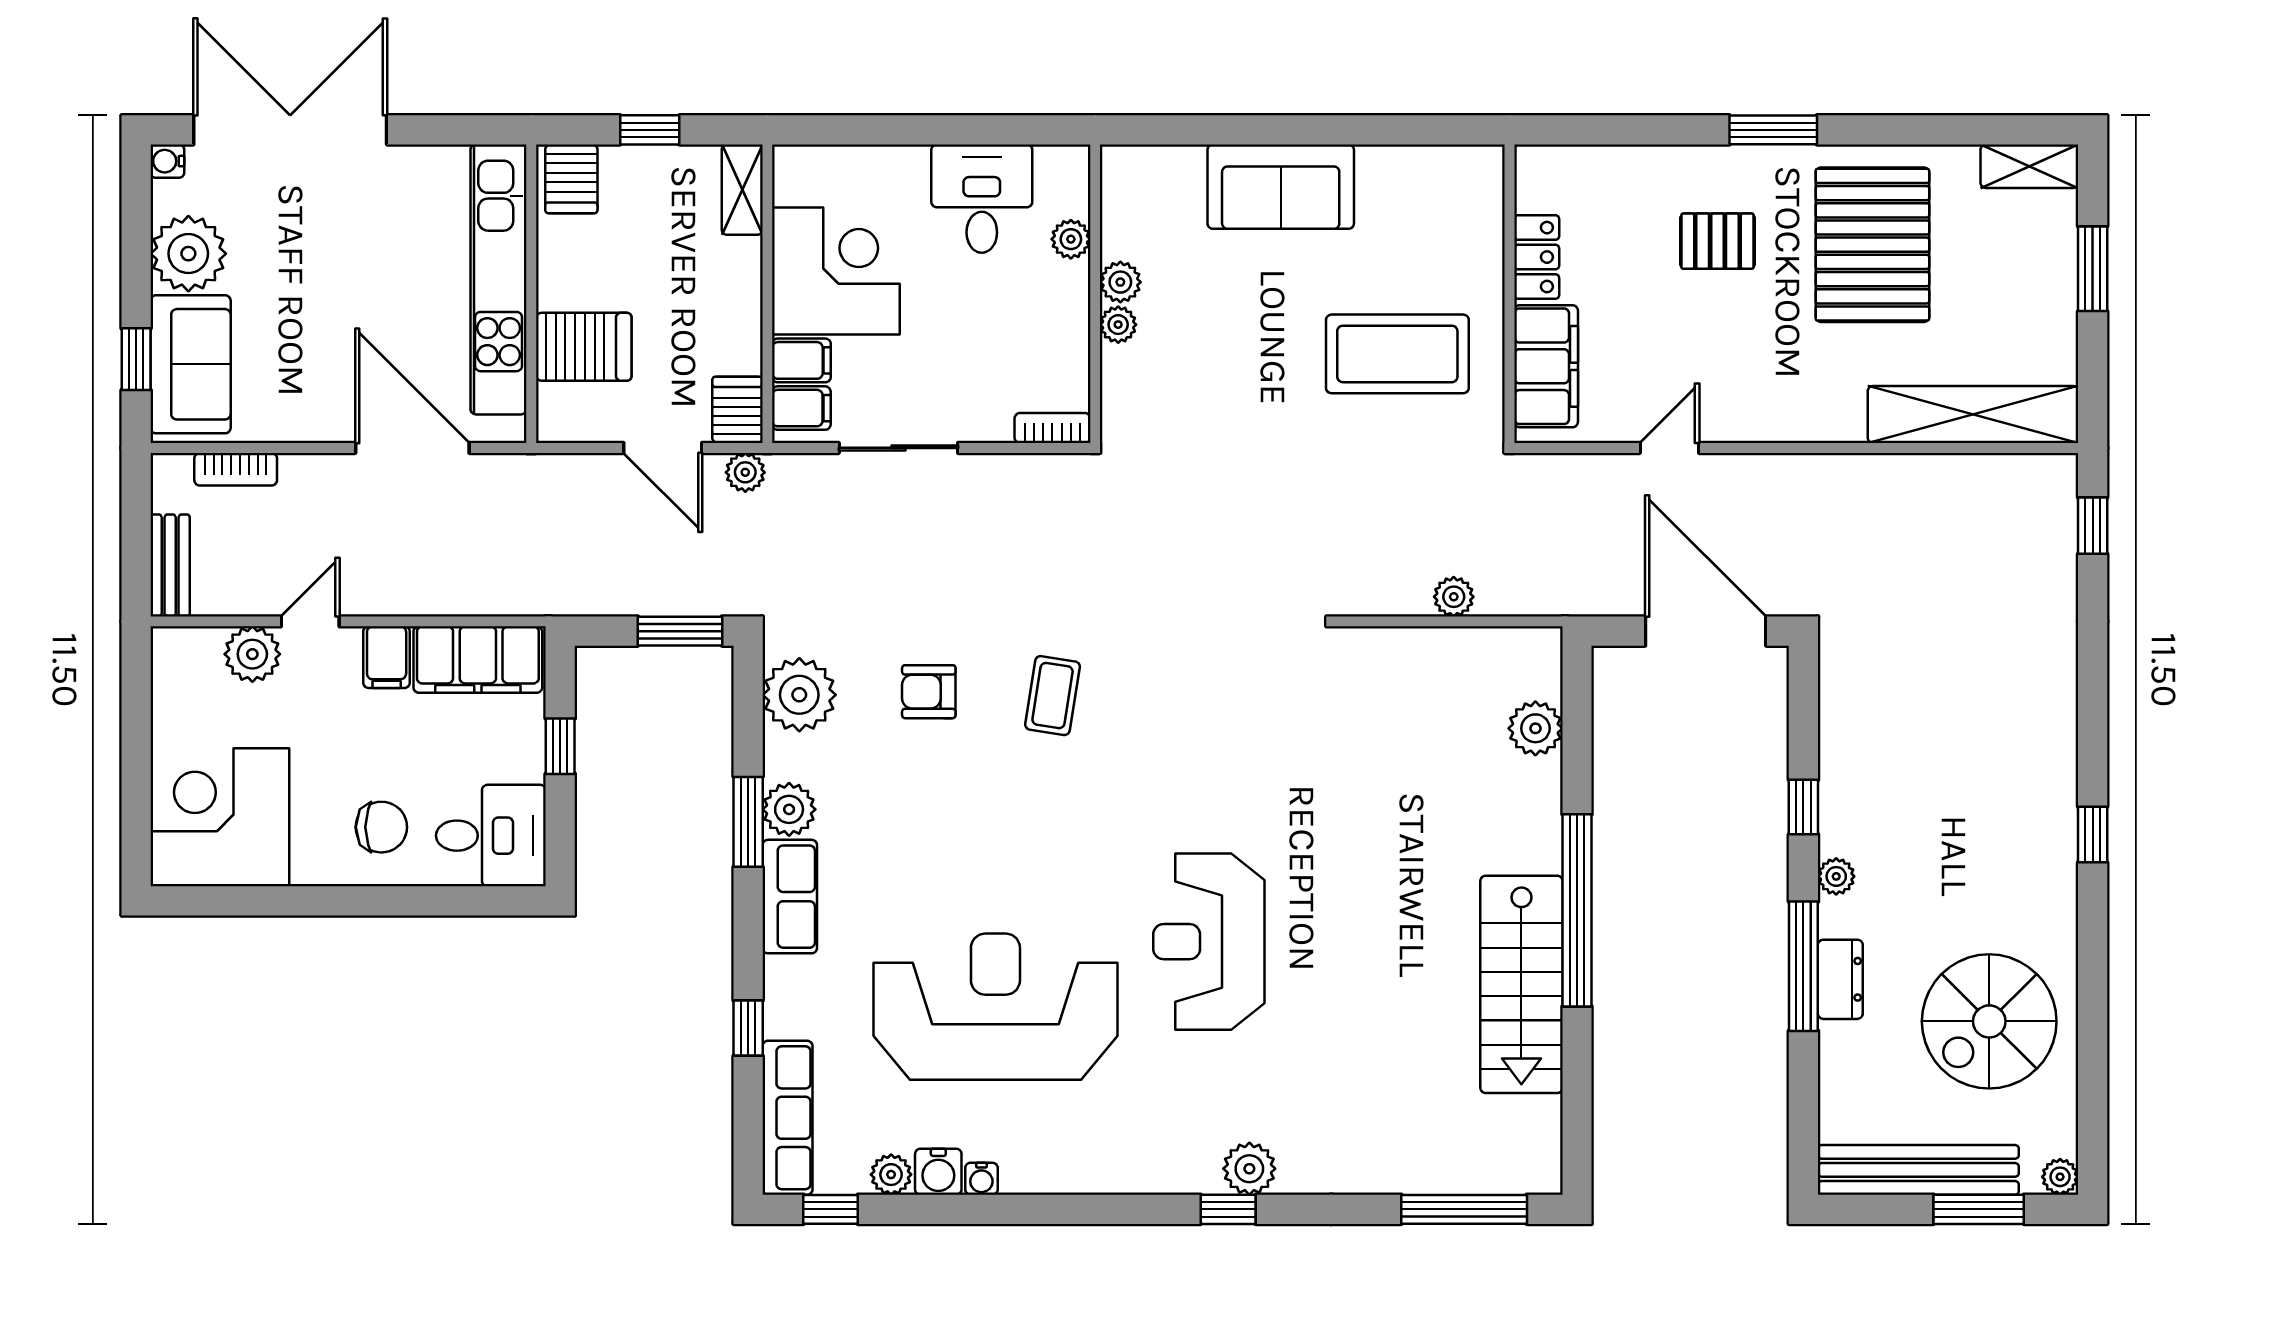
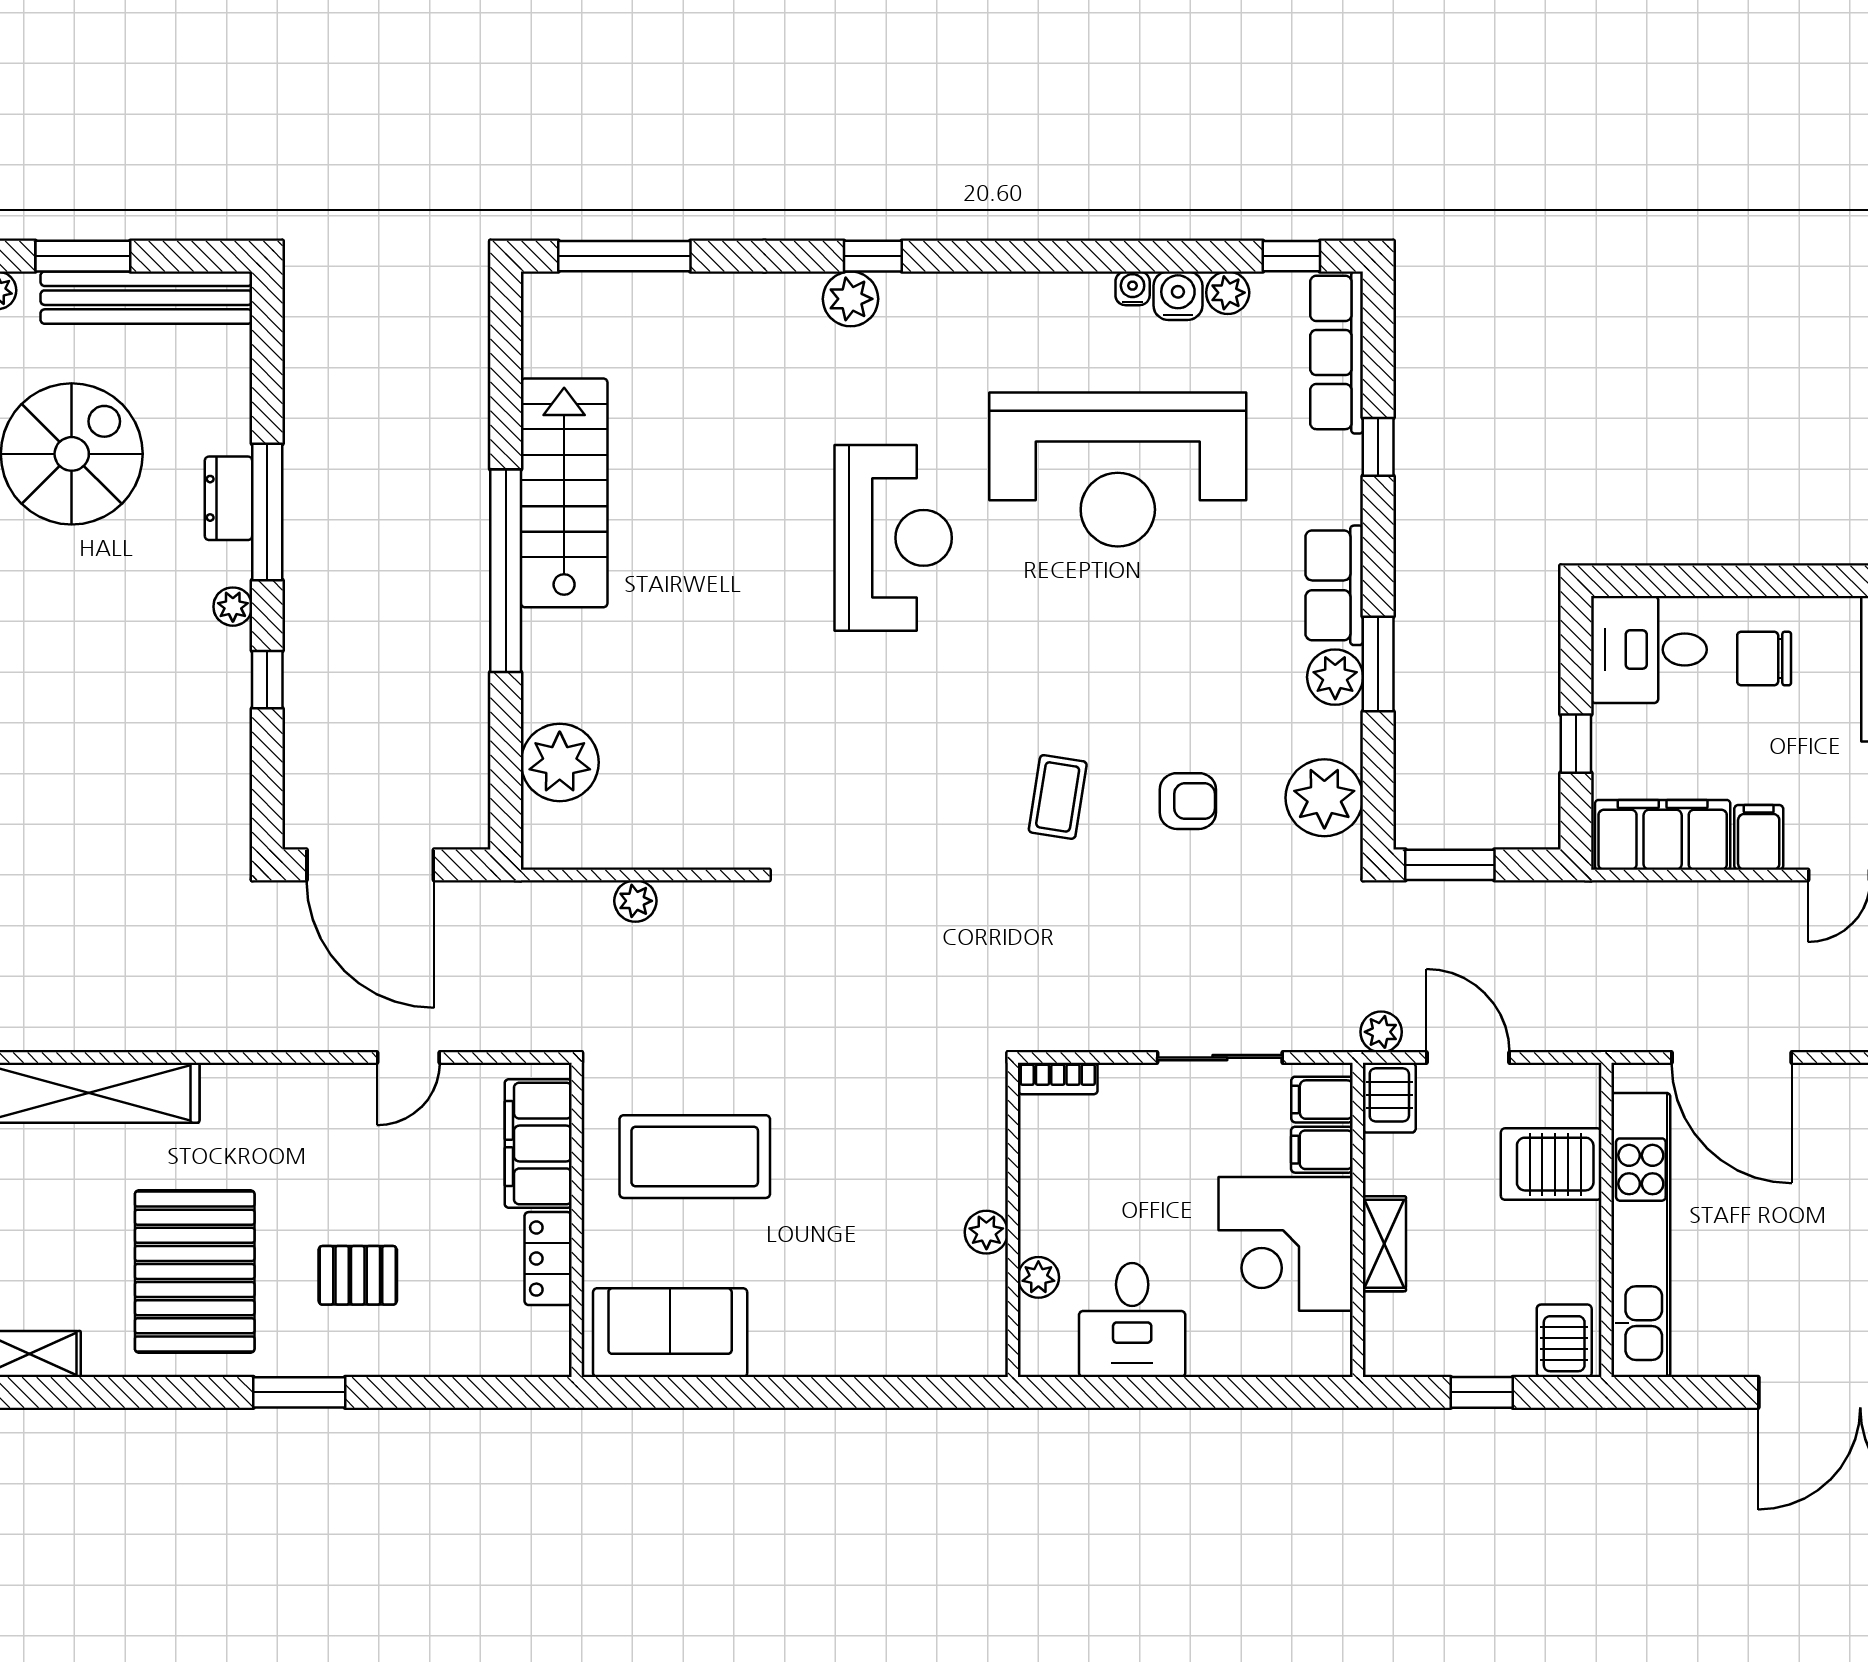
sofa: (1281, 187) -> (670, 1333), moved
shelving: (742, 190) -> (1384, 1244), moved
plant: (1118, 325) -> (989, 1187), removed
plant: (1535, 728) -> (560, 762), width x1.36, depth x1.36

